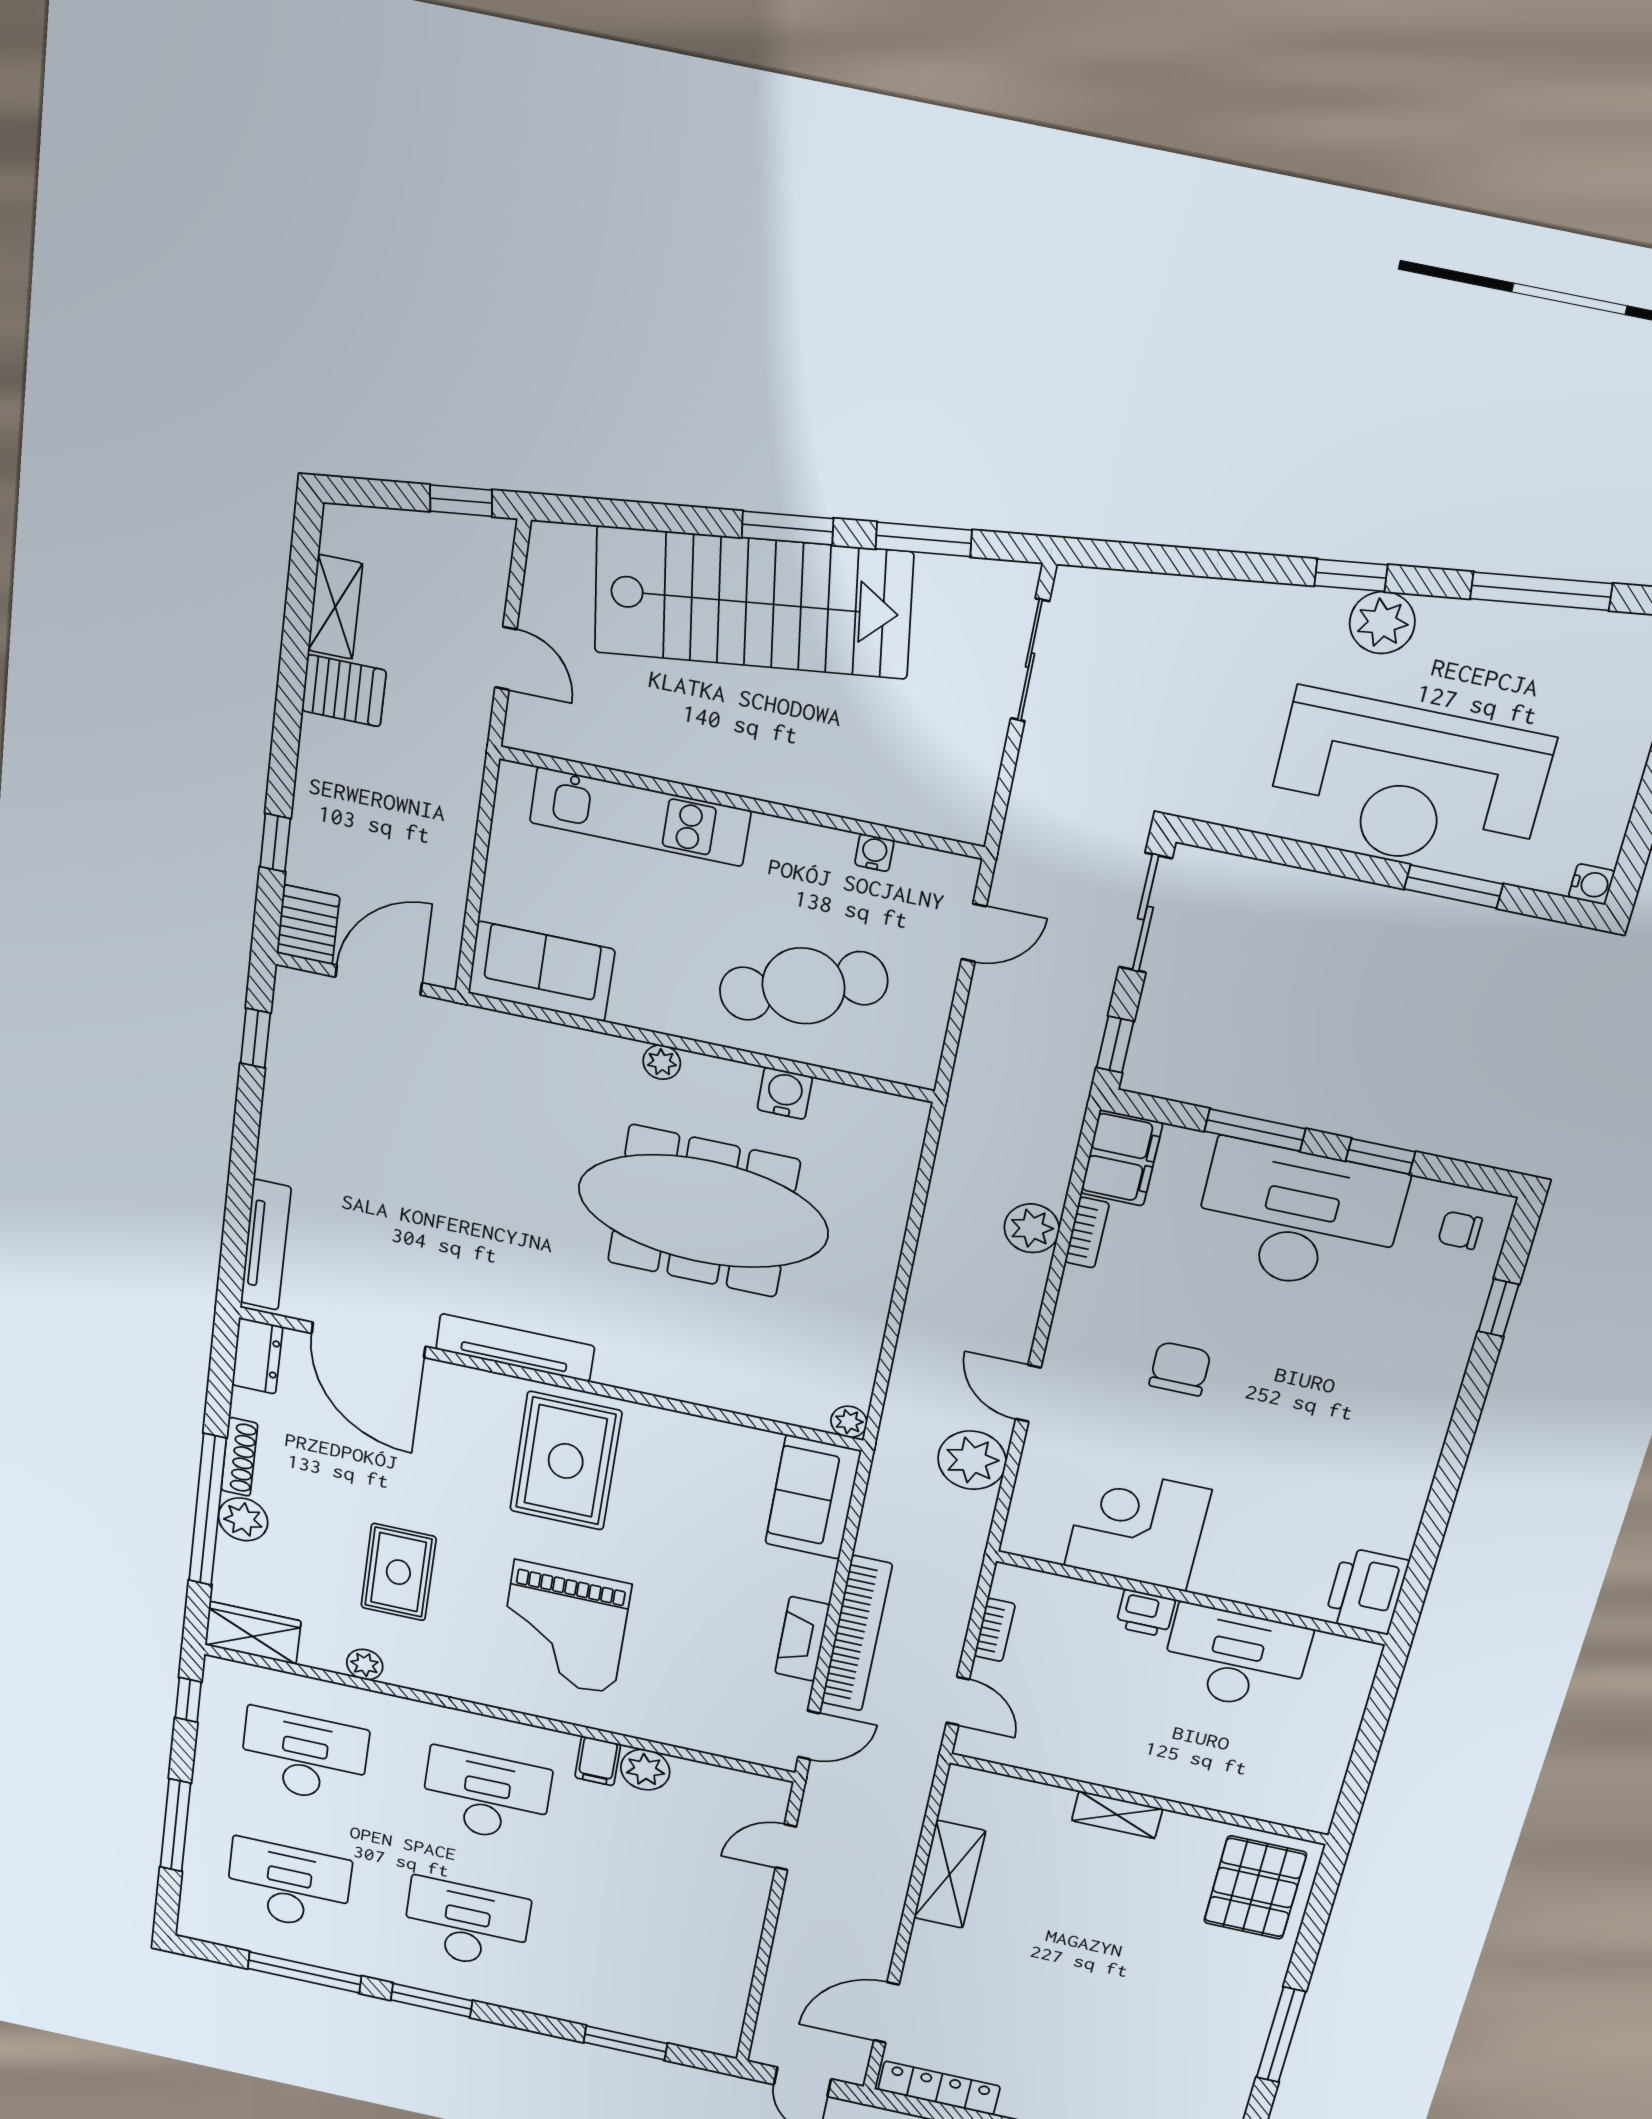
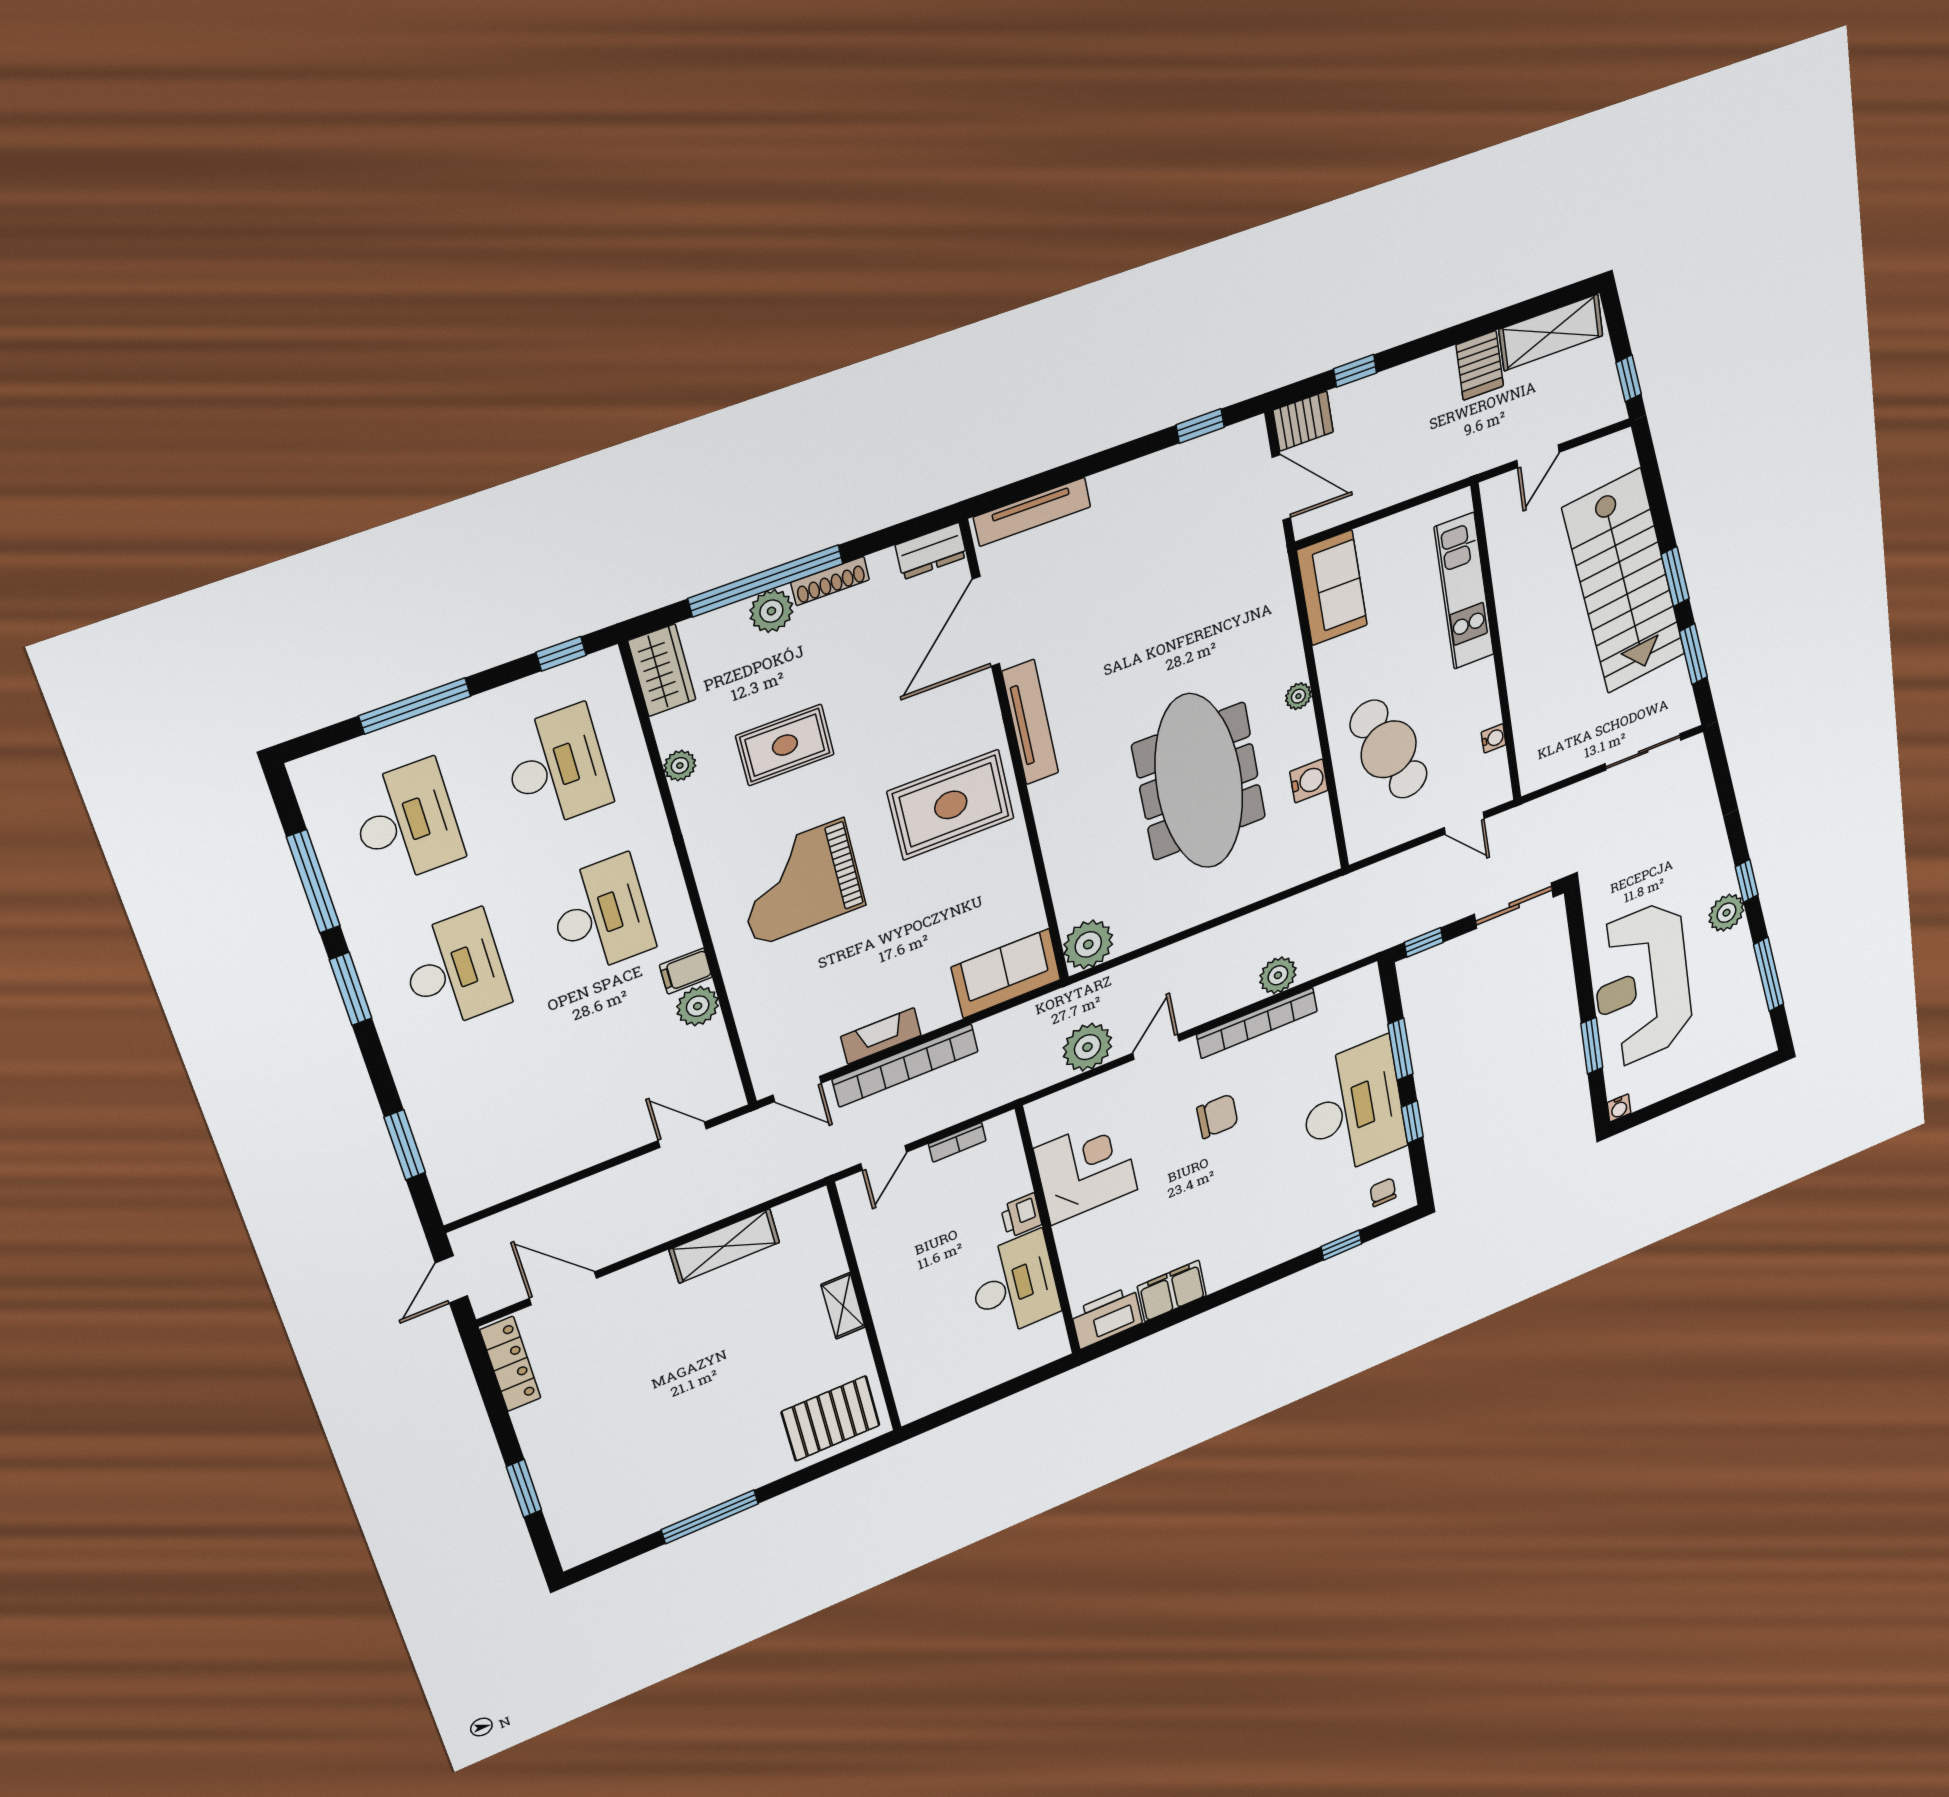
shelving: (335, 607) -> (1551, 333), width x1.50, depth x1.33
filing cabinet: (1122, 1158) -> (1172, 1291), moved, turned 180
bookcase: (1087, 1233) -> (1257, 1023), width x2.31, depth x1.31
plant: (849, 1422) -> (1088, 944), width x1.88, depth x1.88

